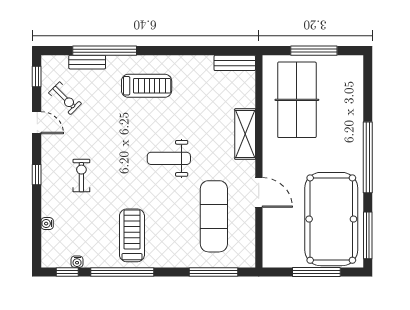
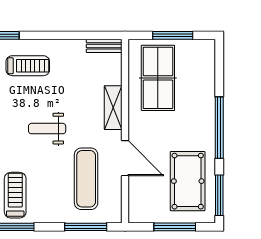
door: (259, 192) -> (125, 158), width x1.36
pool table: (331, 219) -> (188, 181), width x0.73, depth x0.76

